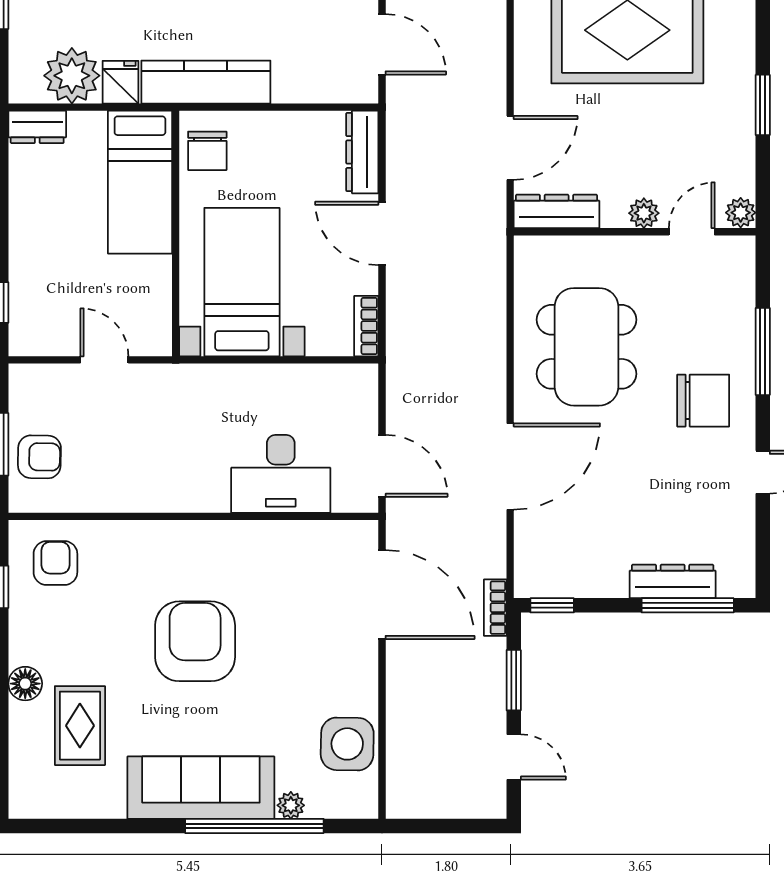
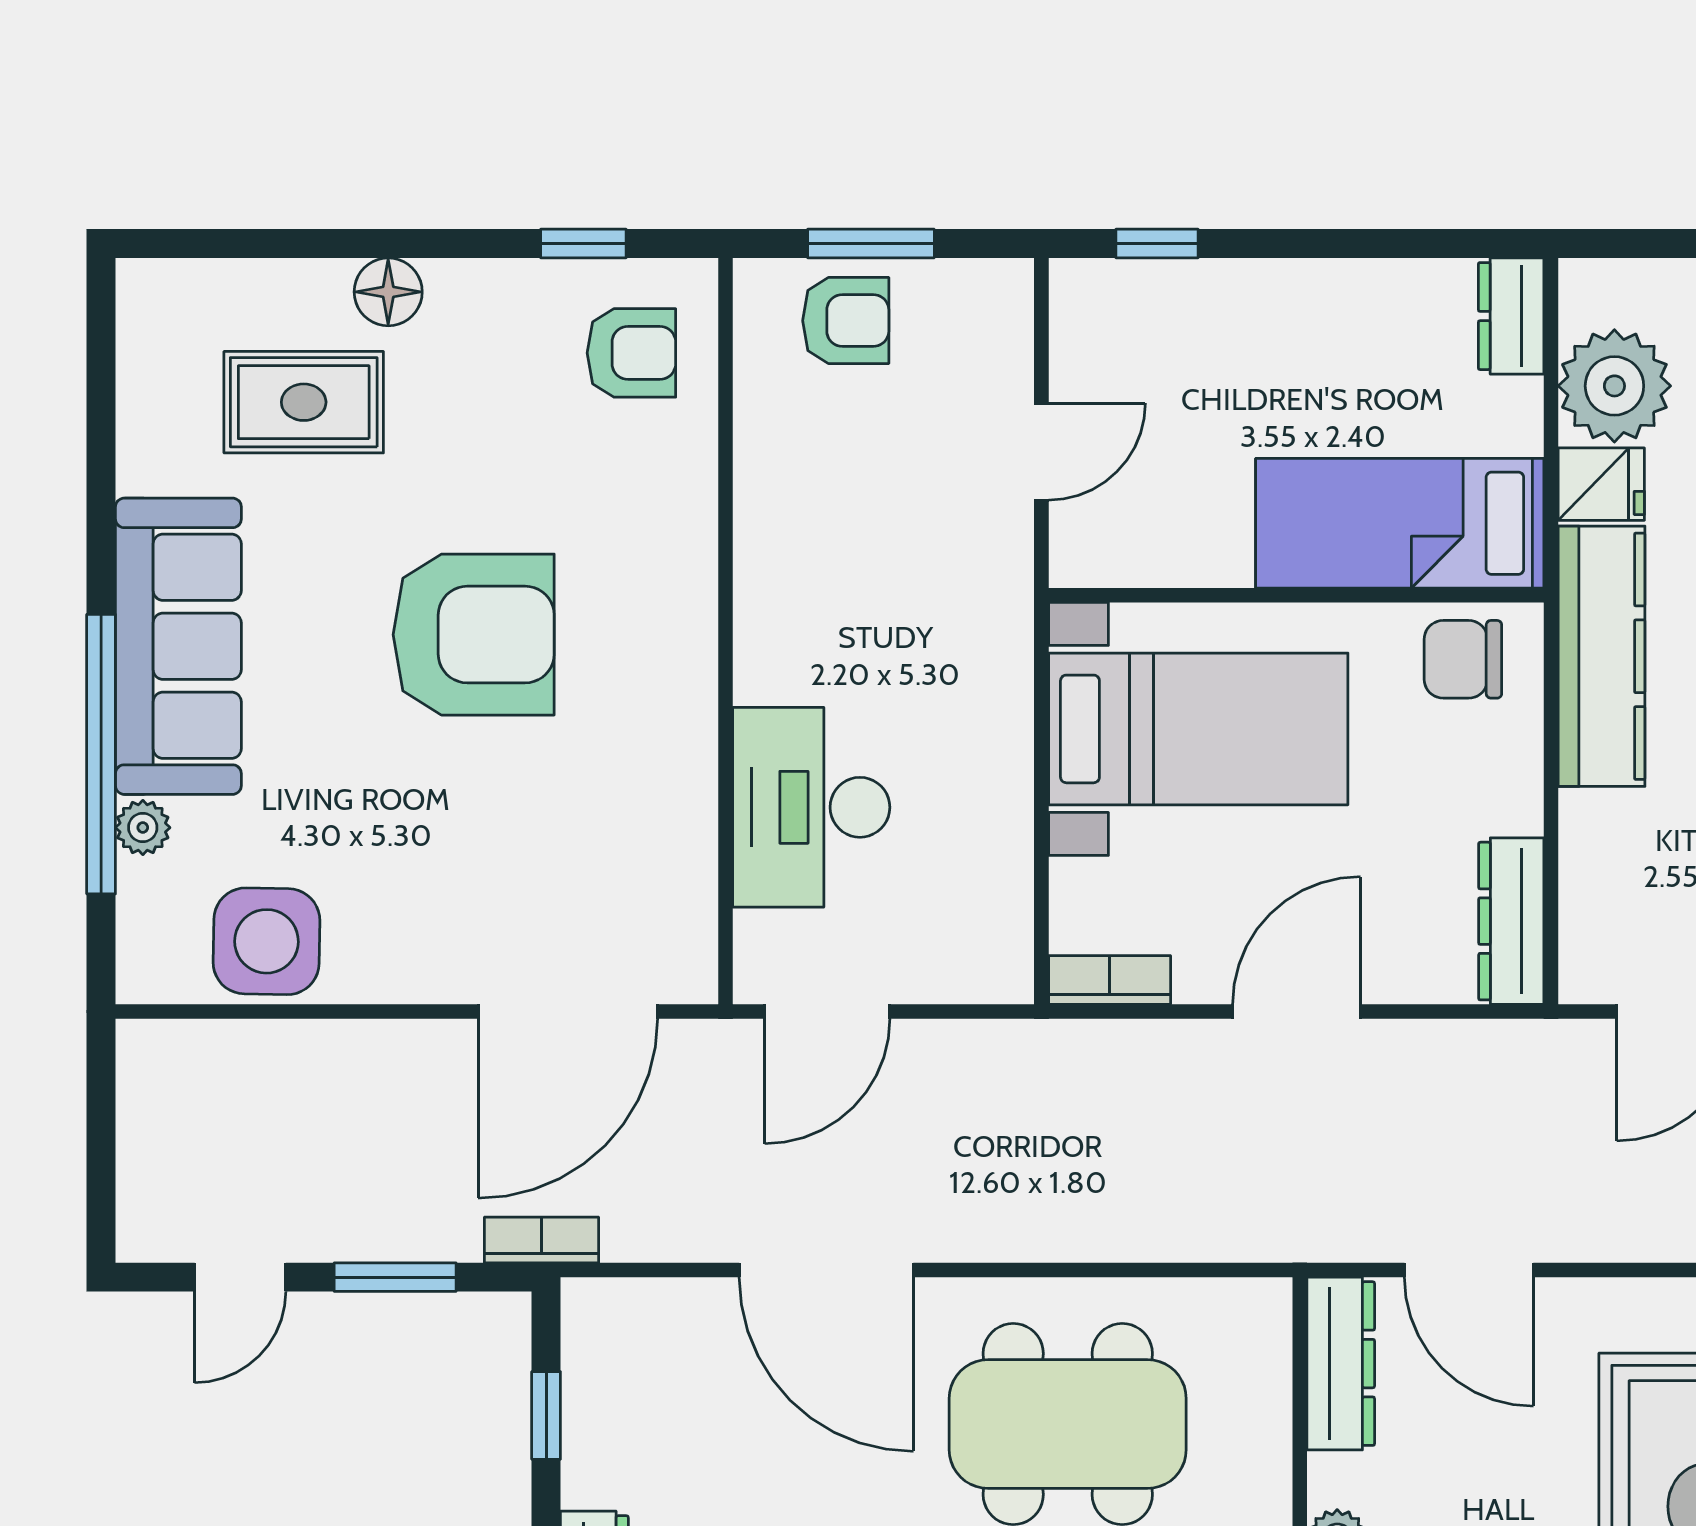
dresser: (362, 152) -> (1511, 921), moved, turned -90
armchair: (39, 457) -> (846, 321), turned -91
window: (552, 605) -> (546, 1415), moved

